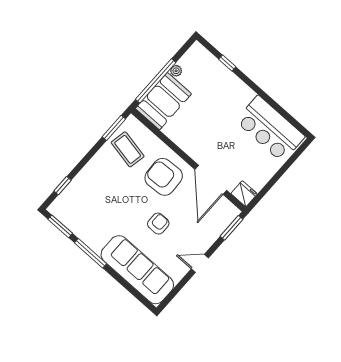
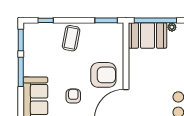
coffee table: (128, 149) -> (71, 38), moved
armchair: (164, 177) -> (103, 75), turned 93
armchair: (158, 224) -> (73, 96), turned -90

